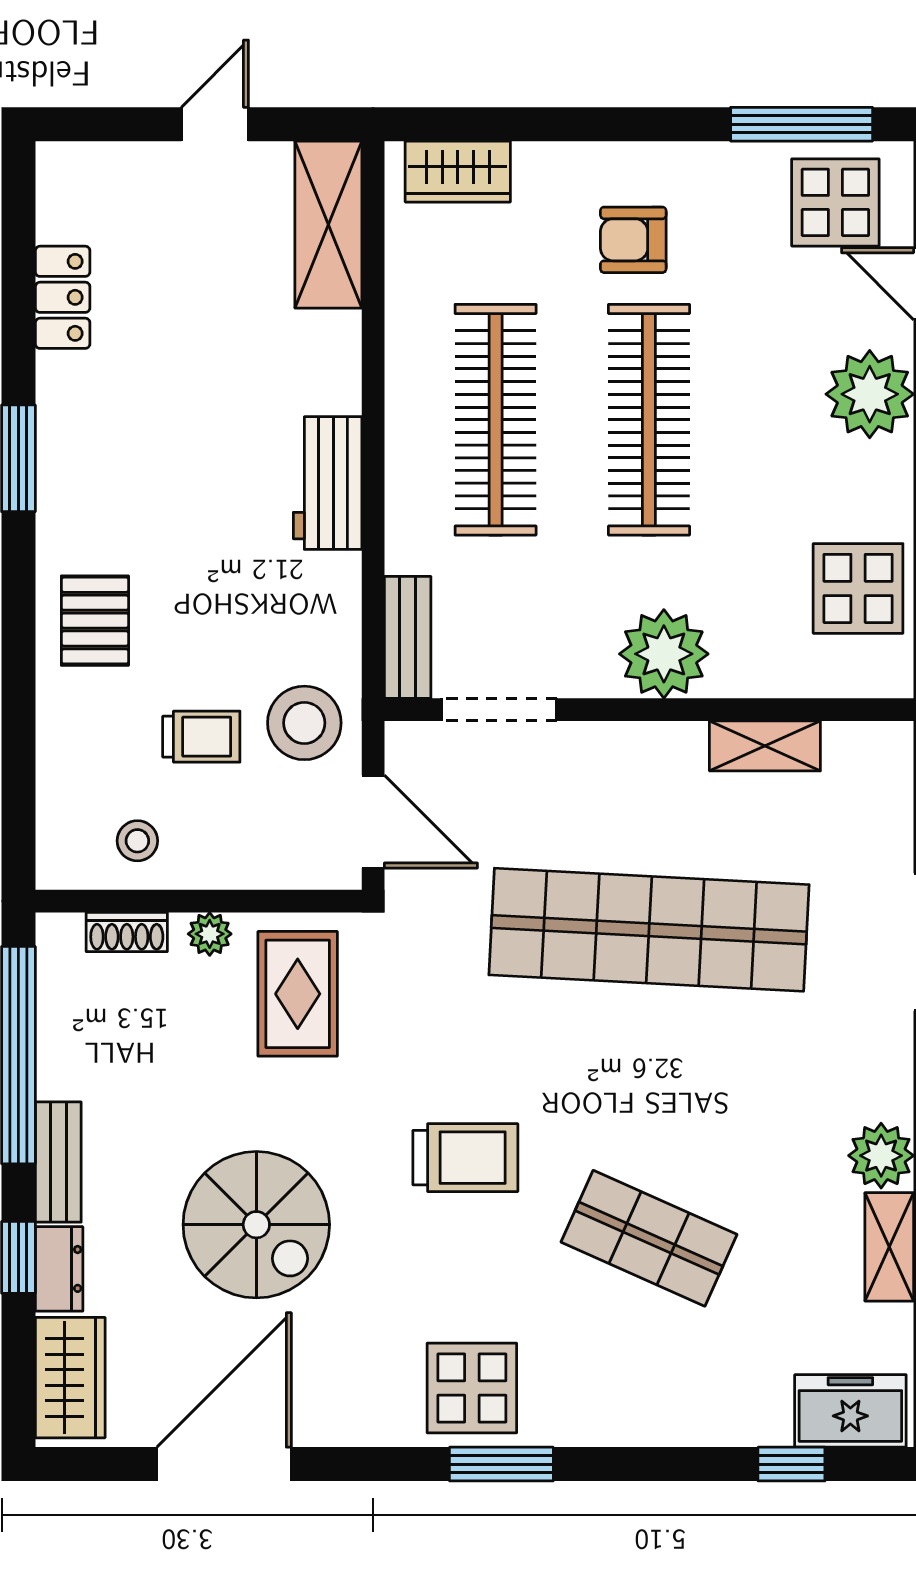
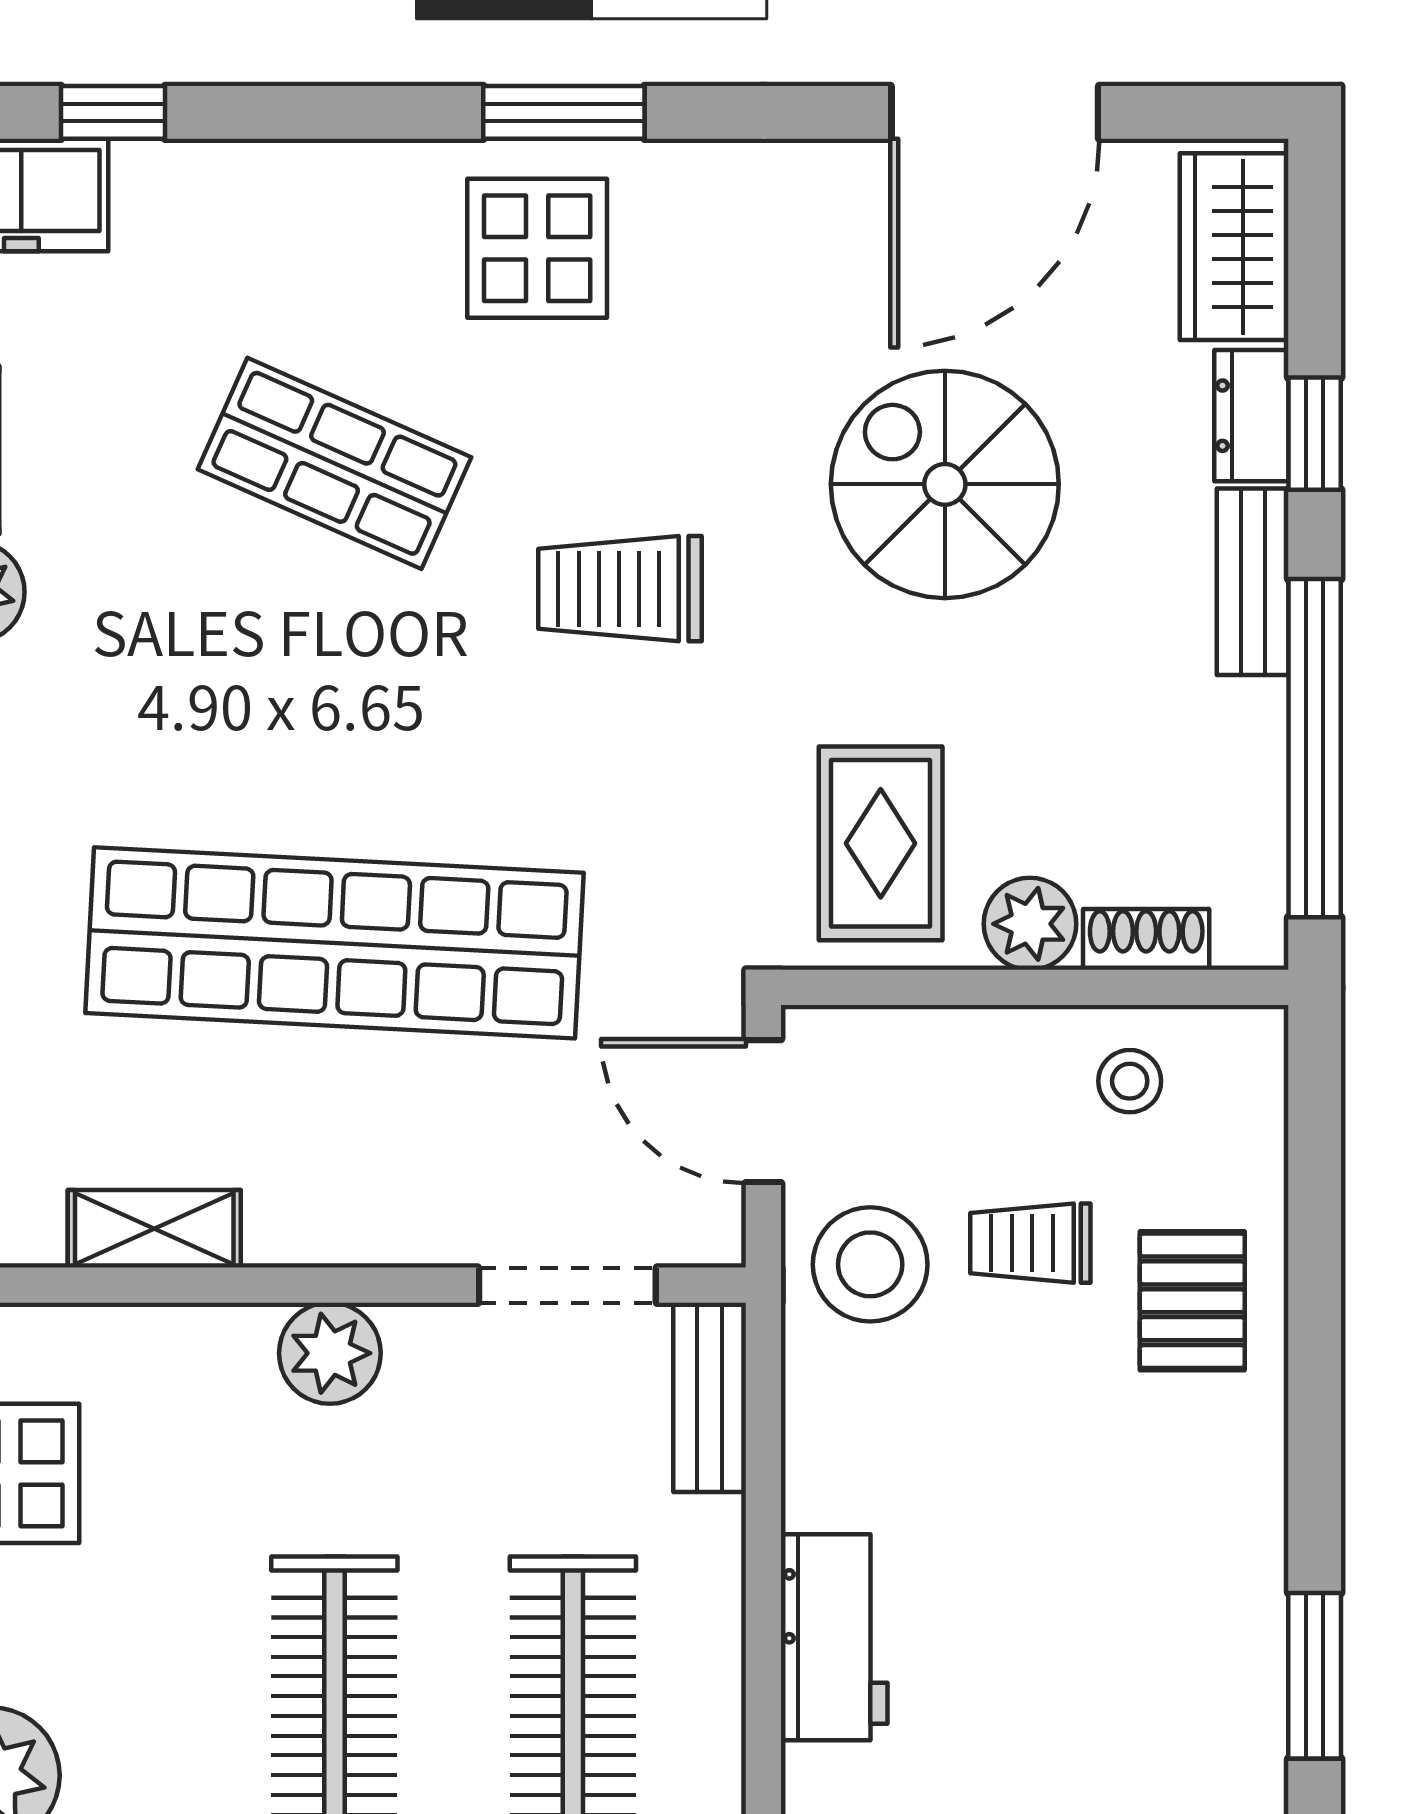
pallet: (95, 621) -> (1192, 1301), moved
plant: (664, 654) -> (330, 1353), width x0.73, depth x0.73
plant: (210, 934) -> (1030, 924), width x1.38, depth x1.38
display table: (472, 1388) -> (537, 248), moved

